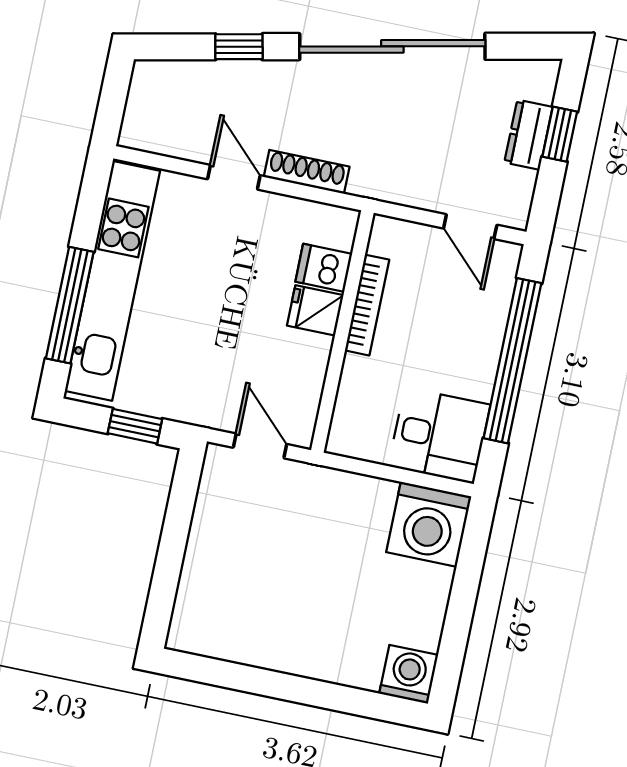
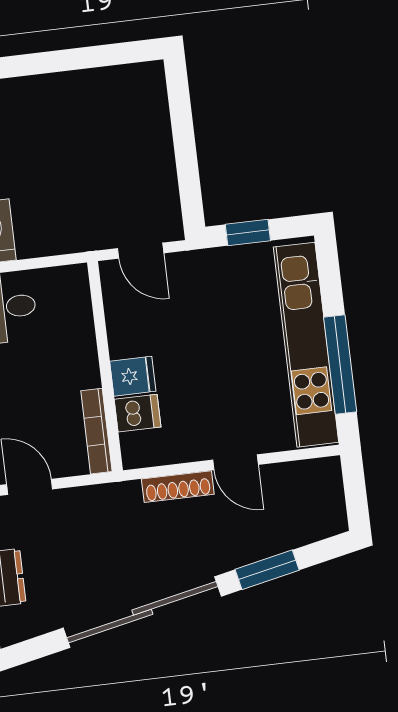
window: (239, 47) -> (267, 570), width x1.50
window: (70, 305) -> (340, 365), moved
bookcase: (367, 305) -> (96, 431), moved

